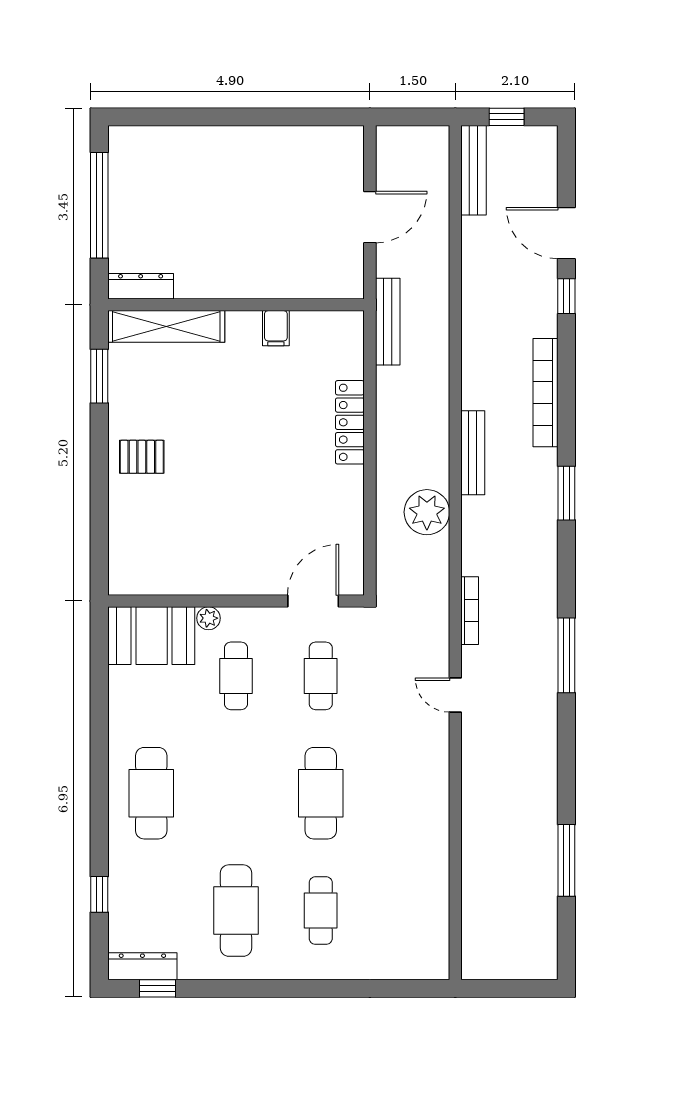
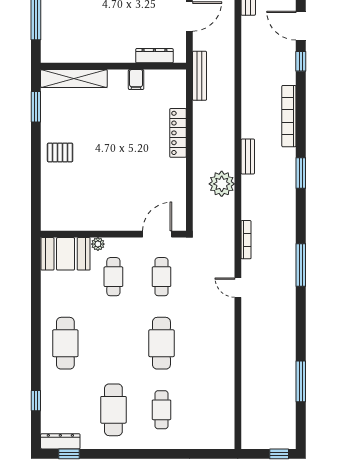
dresser: (141, 286) -> (154, 56), moved
bench: (473, 453) -> (248, 156), width x0.73
window: (528, 988) -> (279, 454), added

